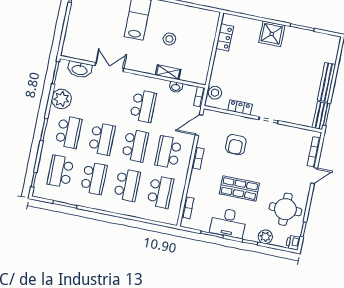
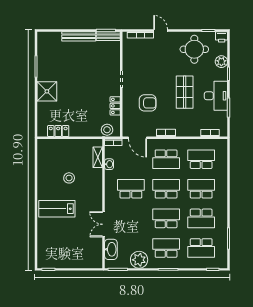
shelving: (168, 72) -> (98, 157), moved
school desk: (94, 178) -> (201, 218), turned 180

